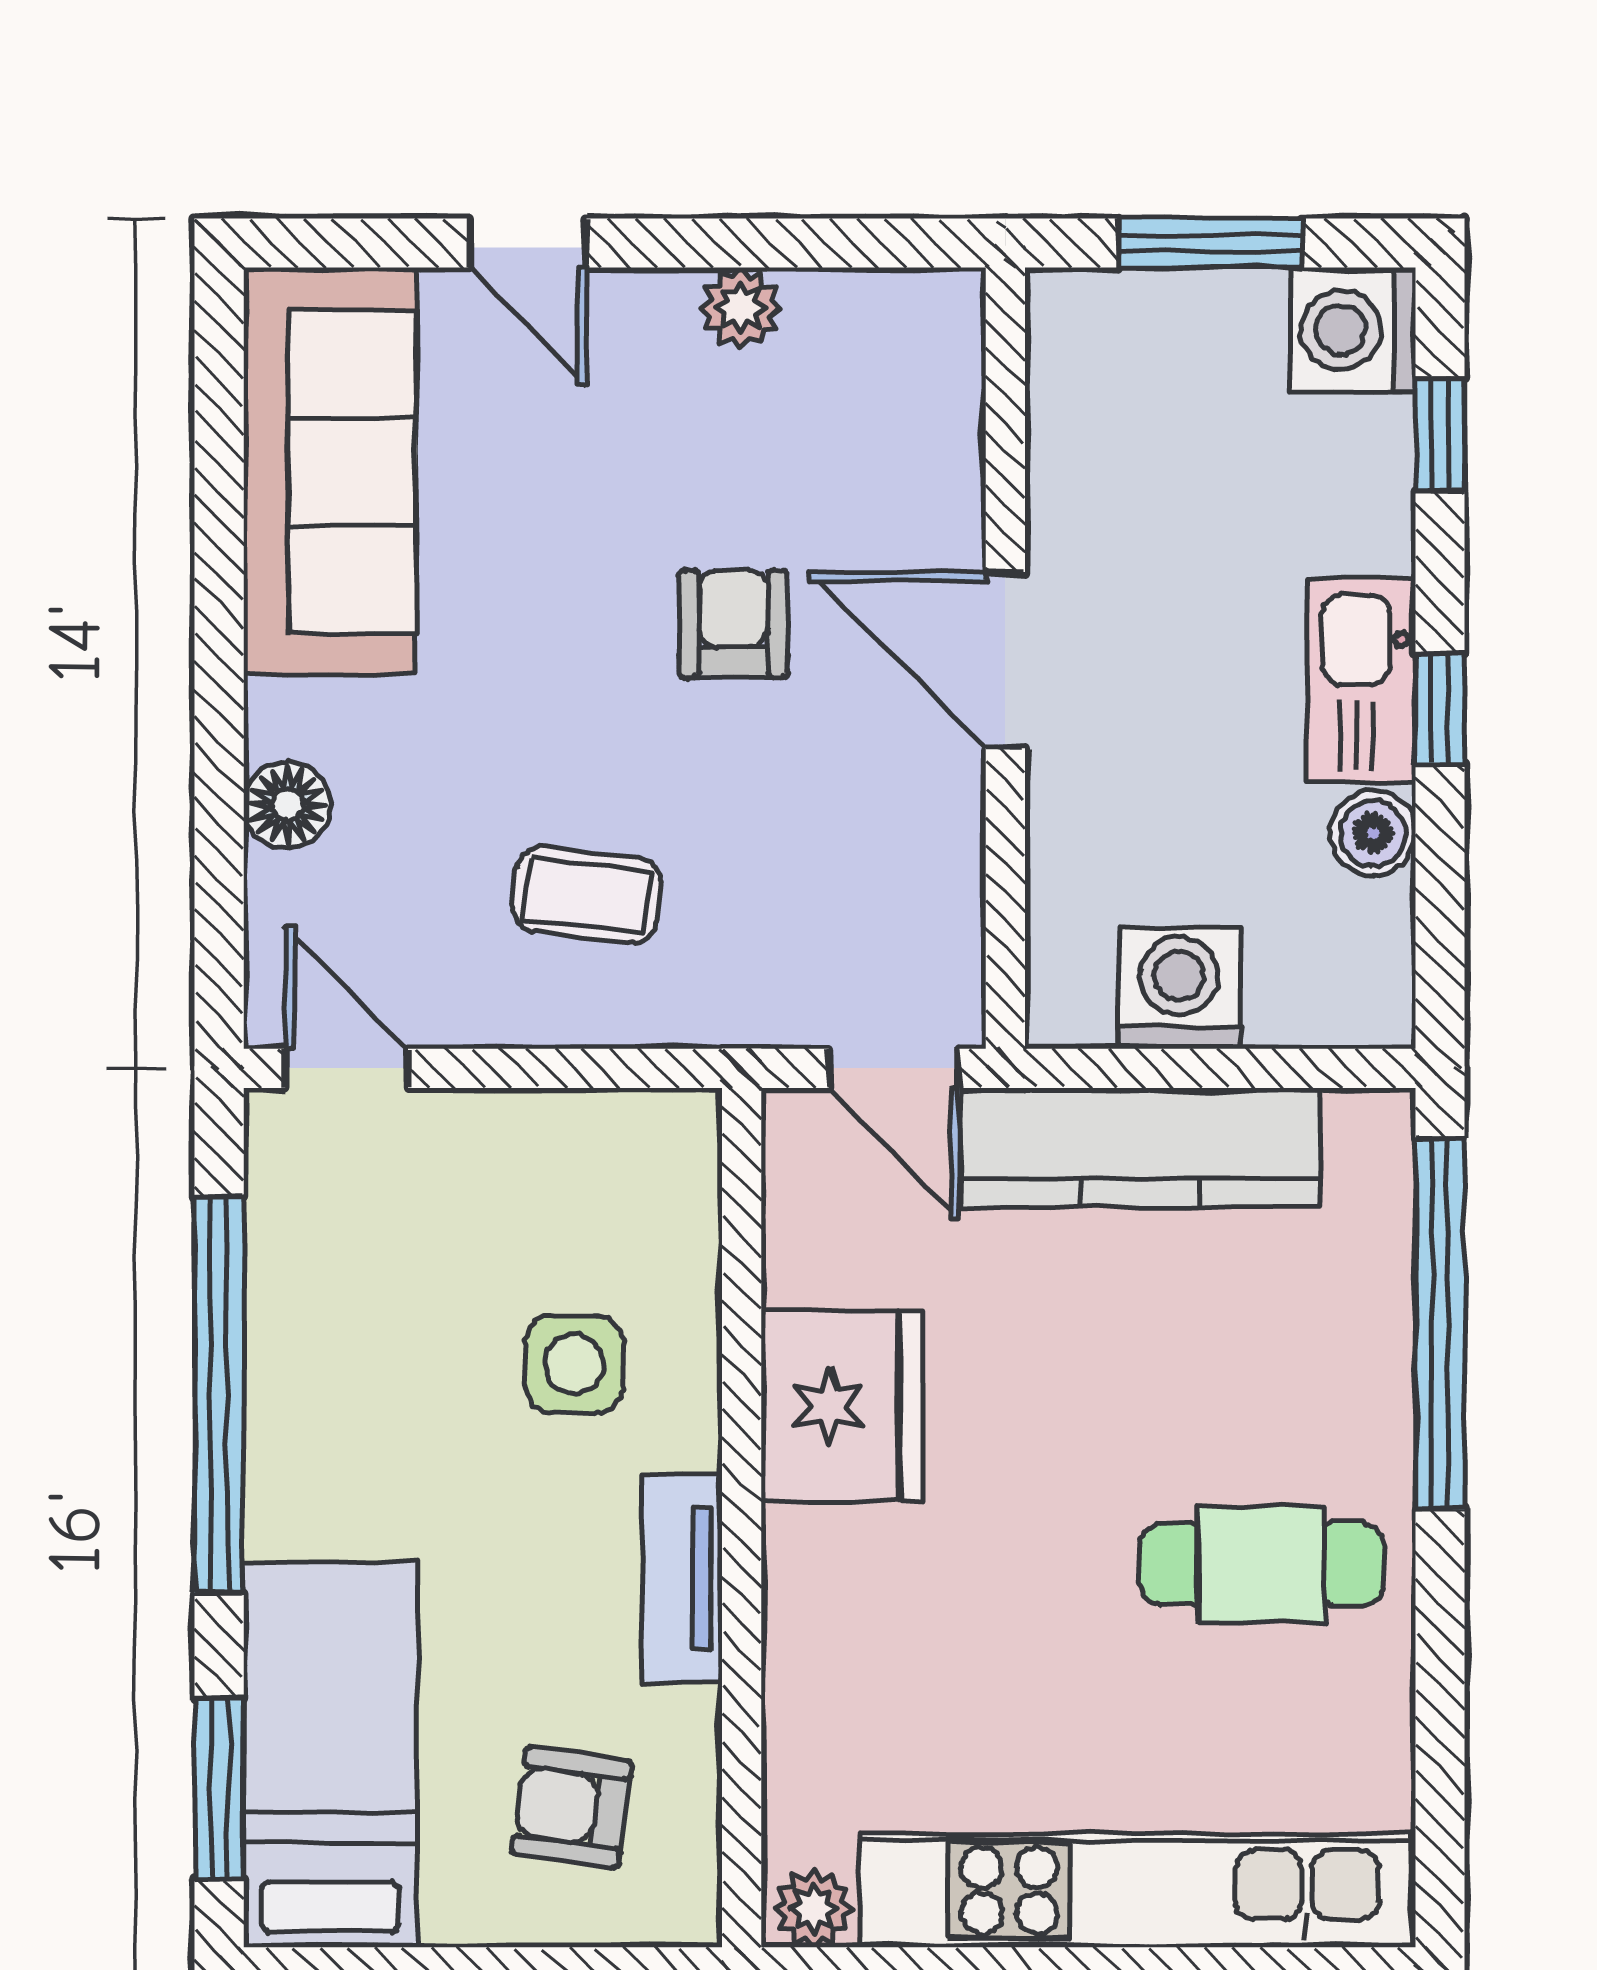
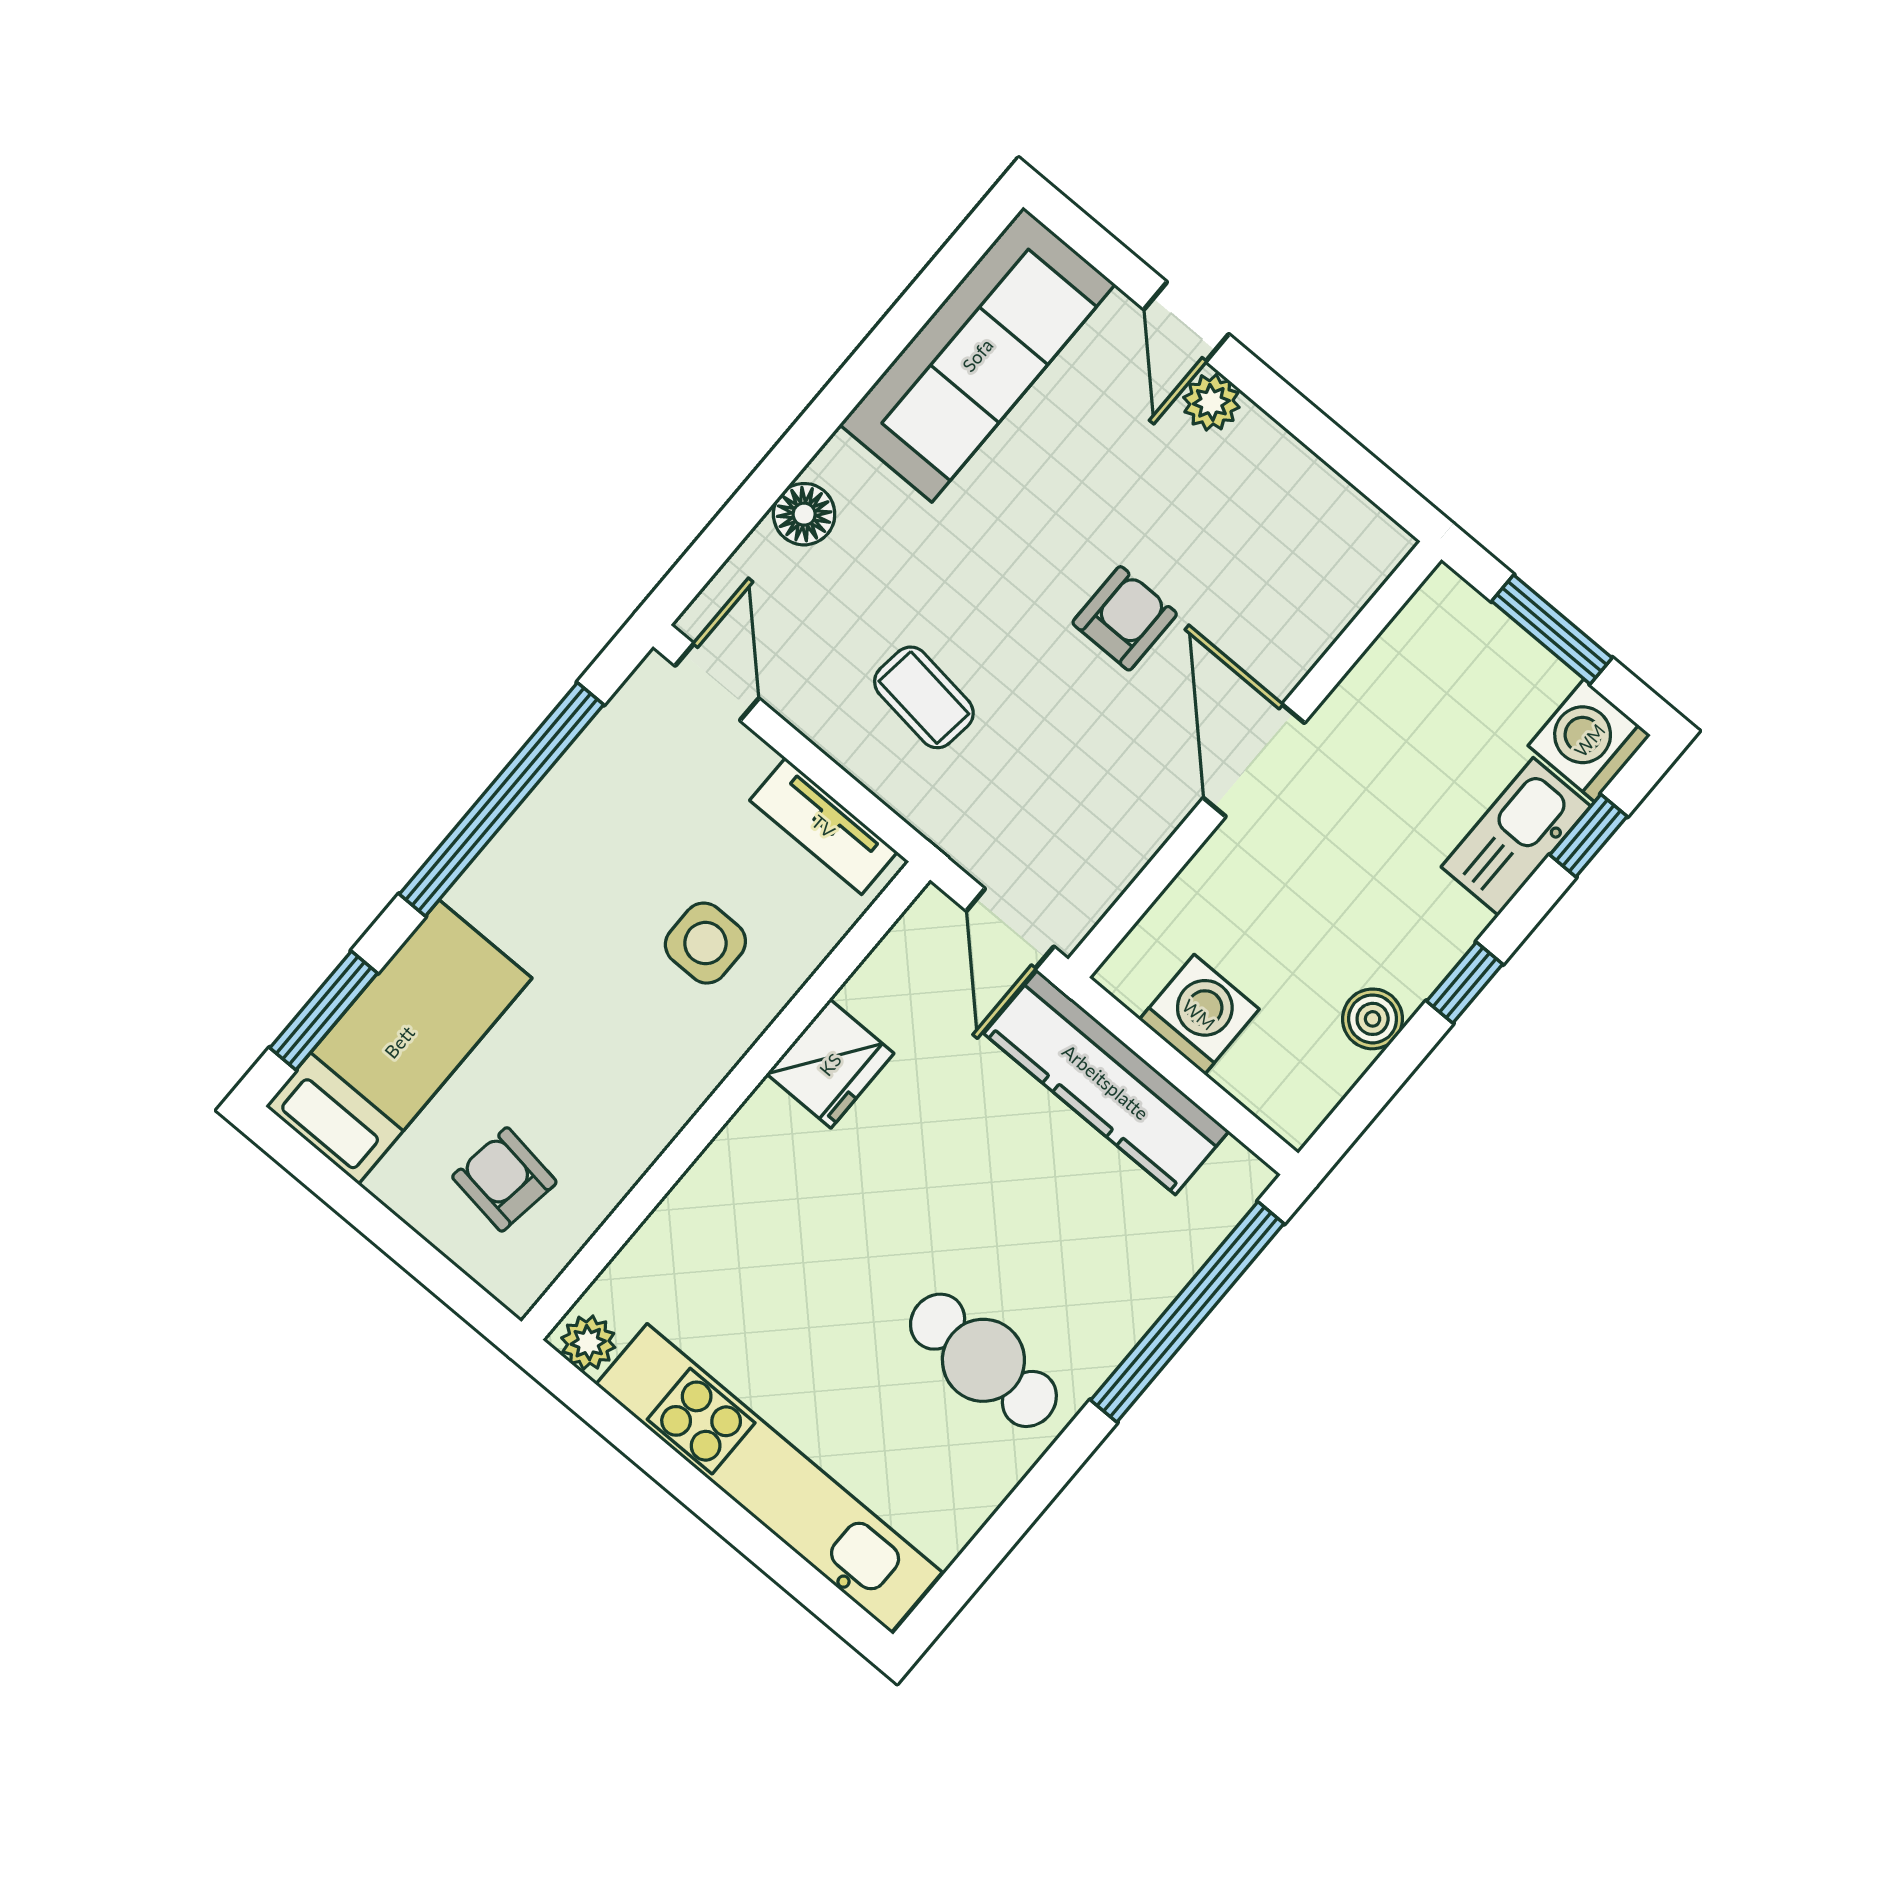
plant: (740, 308) -> (1211, 402), moved
kitchen sink: (1362, 680) -> (1516, 836), moved
fridge: (842, 1406) -> (830, 1064), width x0.73, depth x0.75
tv unit: (682, 1579) -> (824, 826), moved, turned -90

